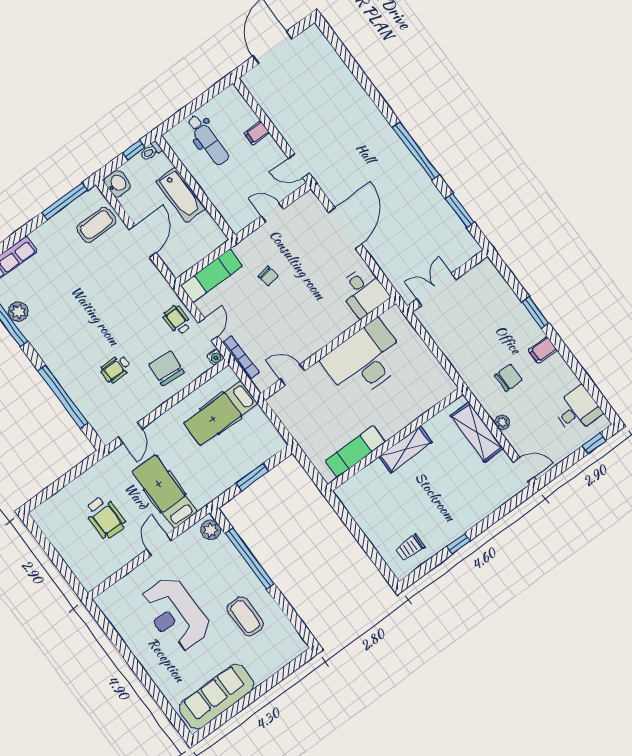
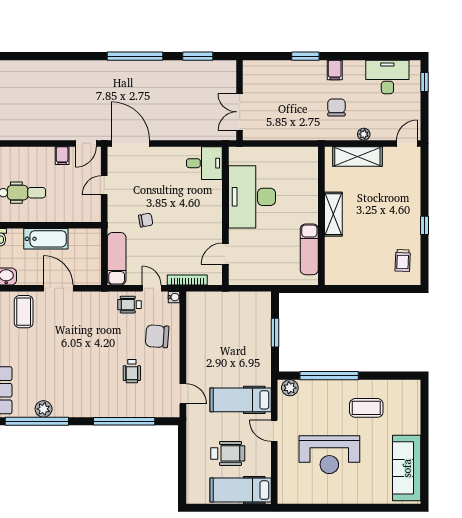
filing cabinet: (257, 133) -> (62, 156), moved
door: (345, 228) -> (130, 143), moved
desk: (577, 410) -> (387, 77), width x1.37
hospital bed: (221, 413) -> (241, 490), moved, turned 90

